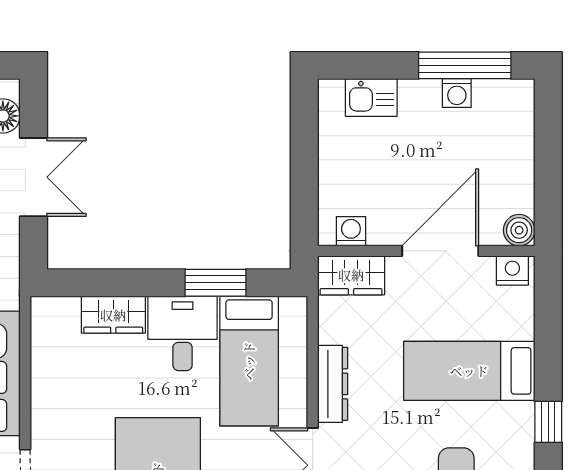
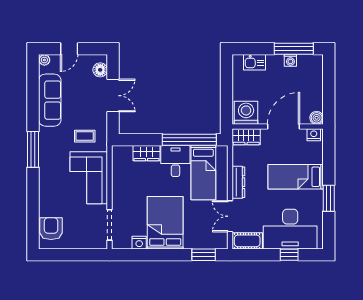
washing machine: (351, 231) -> (246, 113), width x1.89, depth x1.89
window: (215, 283) -> (189, 140), width x2.11
window: (548, 422) -> (329, 198), width x1.50

